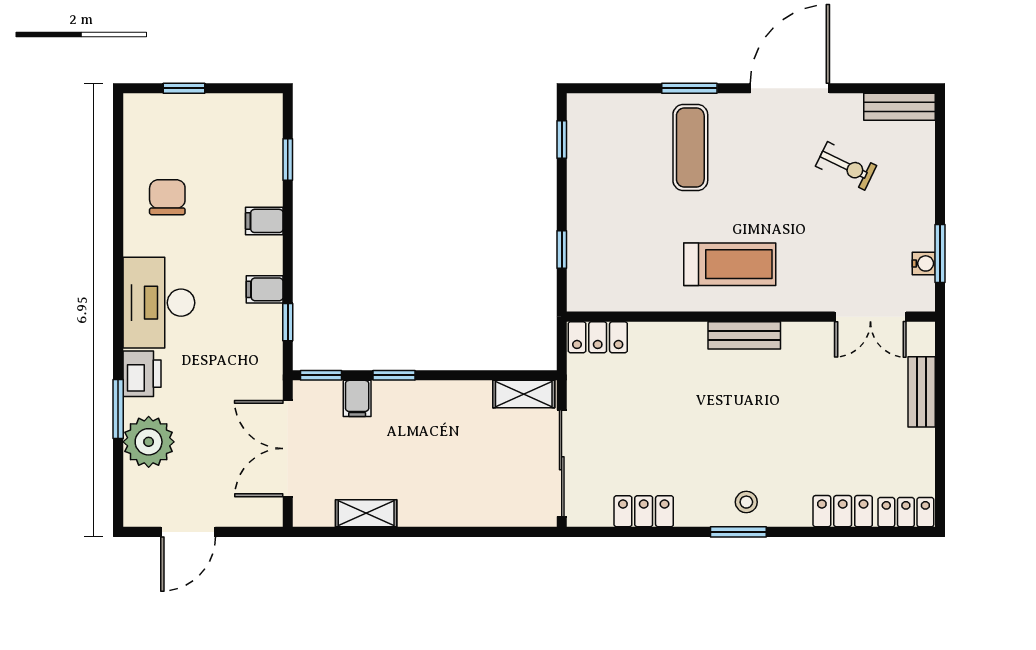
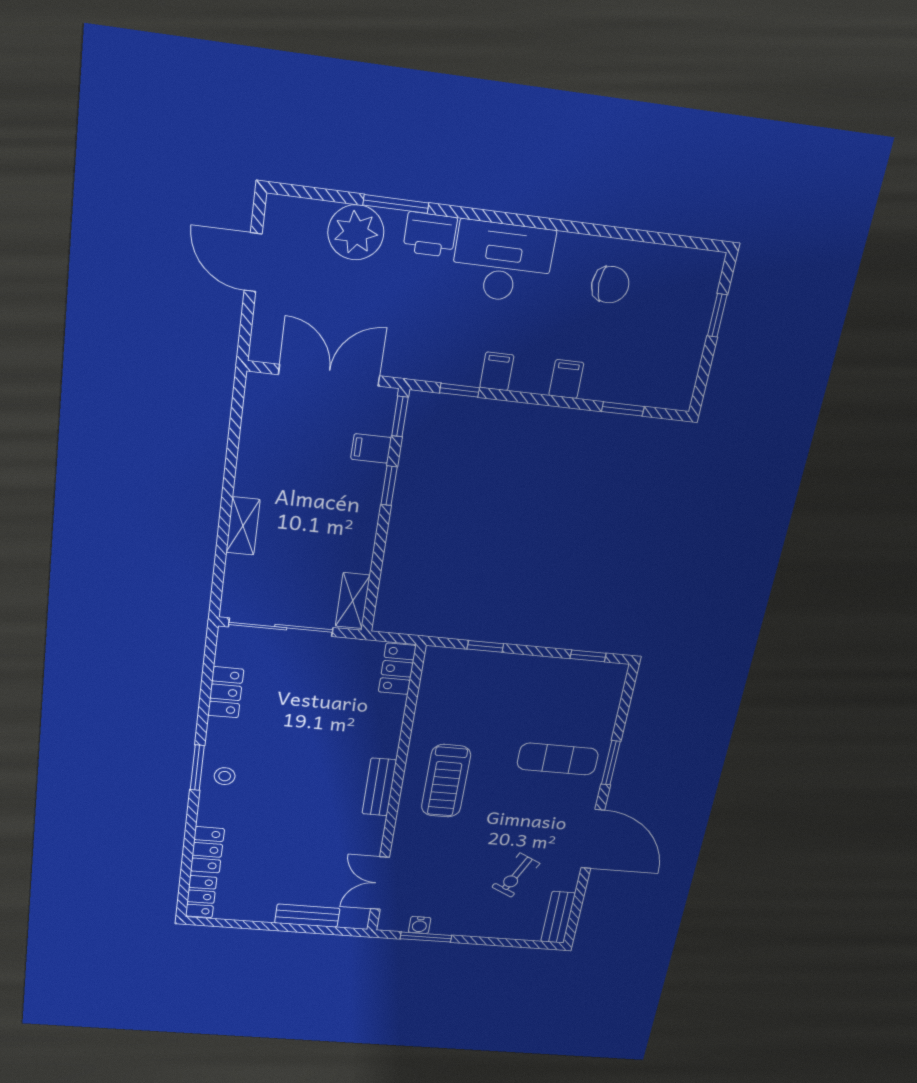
shelving: (366, 513) -> (243, 526), moved

